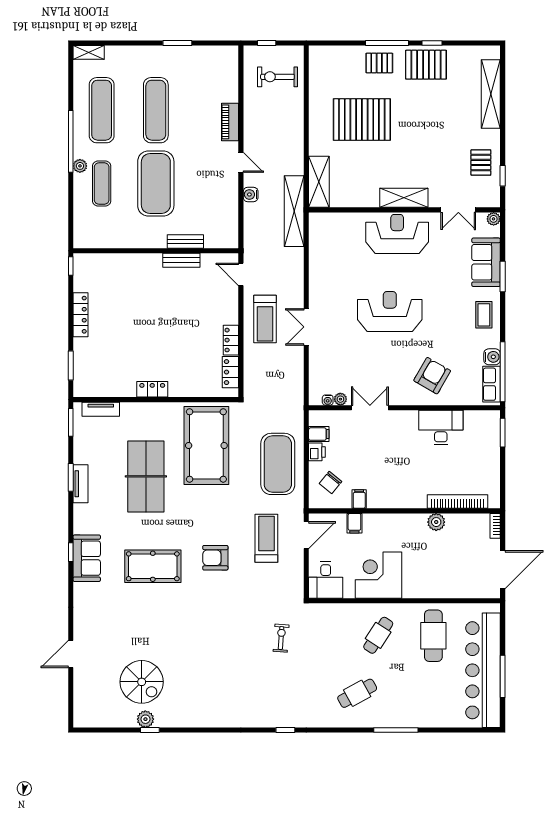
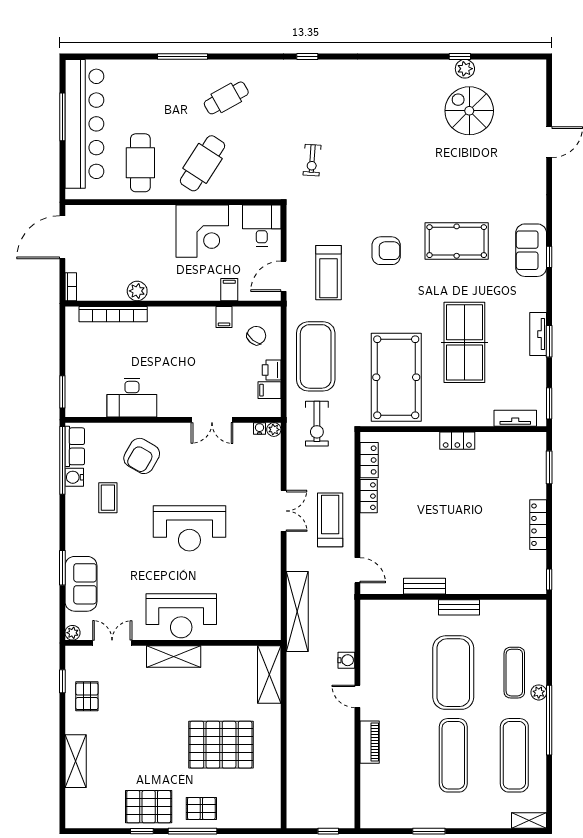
exercise bike: (277, 77) -> (317, 424), moved, turned 90
shelving: (491, 94) -> (76, 761), width x0.68
shelving: (294, 211) -> (297, 612), moved
bench: (185, 241) -> (459, 607), moved
coffee table: (484, 315) -> (108, 498), moved
plant: (340, 399) -> (274, 430), moved
cafe table: (378, 635) -> (202, 163), width x1.37, depth x1.35

